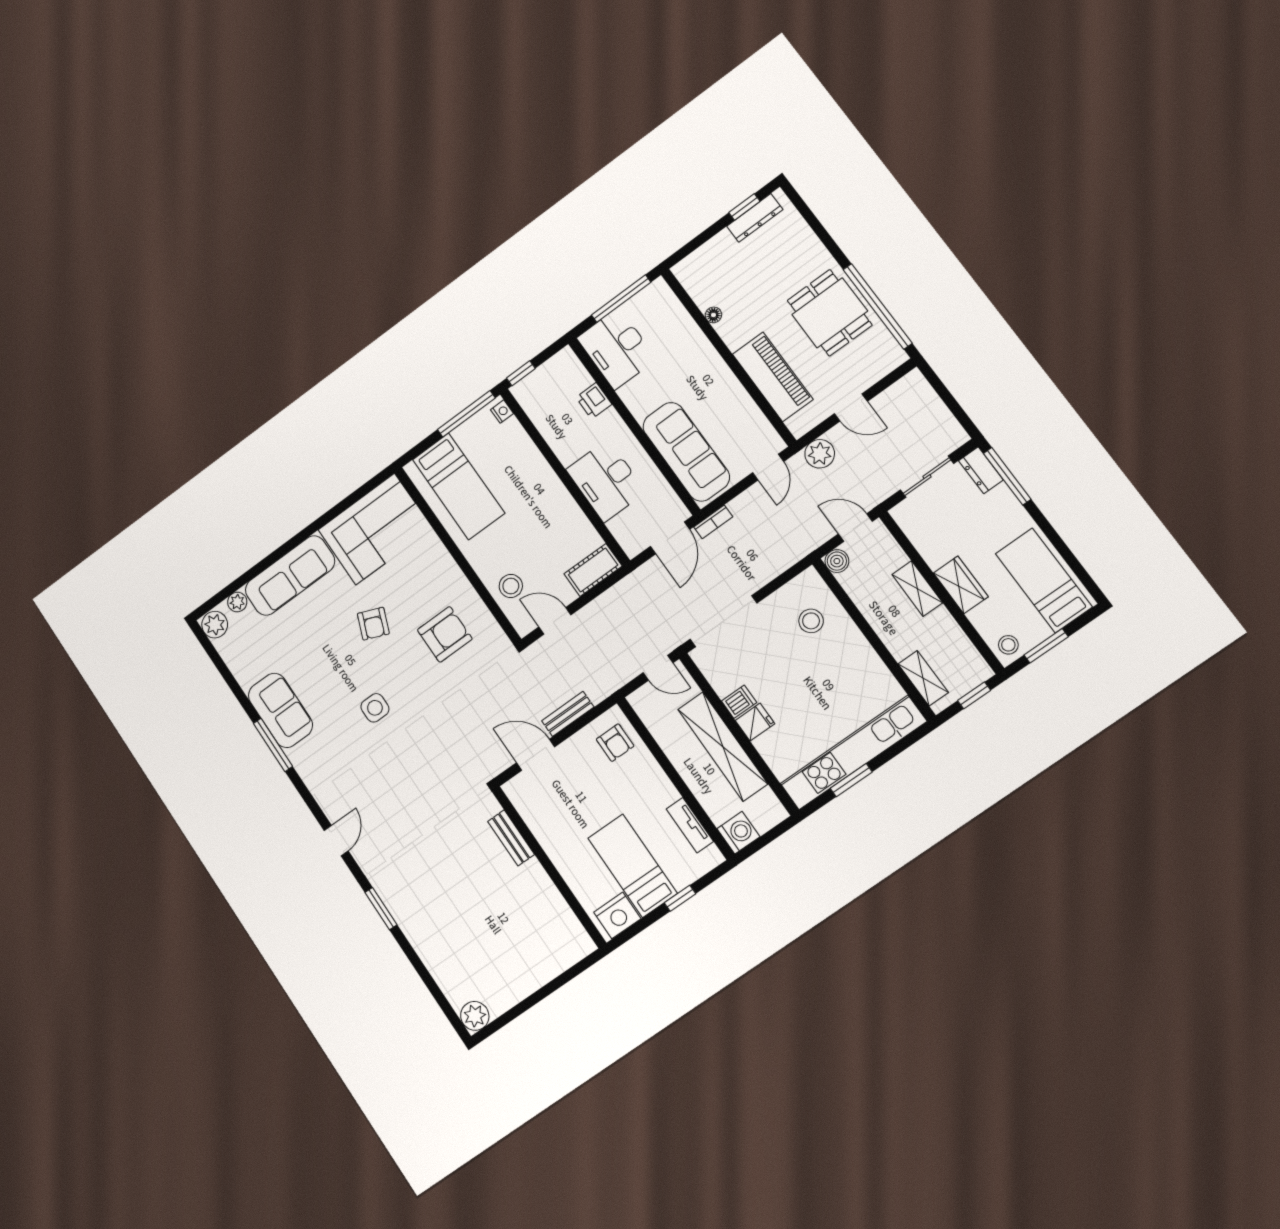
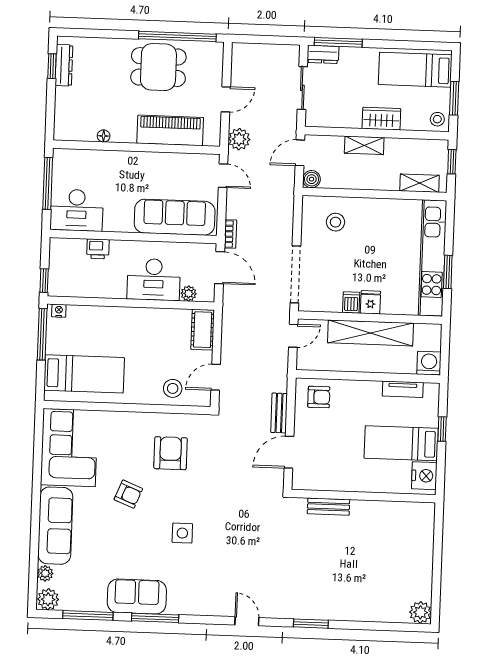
plant: (619, 527) -> (189, 294), added
window: (227, 676) -> (88, 615), added

